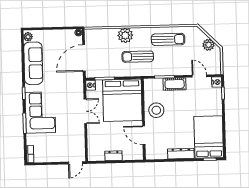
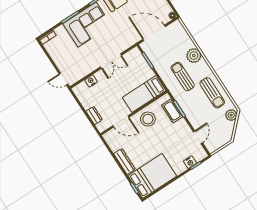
plant: (209, 45) -> (231, 115), moved
nightstand: (217, 82) -> (190, 162), moved
cot: (175, 84) -> (172, 111), moved
nightstand: (91, 85) -> (91, 81), moved
bed: (122, 100) -> (144, 94), width x0.49
door: (144, 135) -> (121, 121), swing flipped
dresser: (114, 156) -> (94, 115), moved

